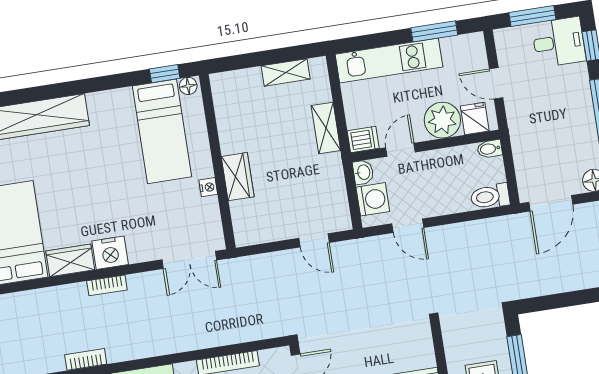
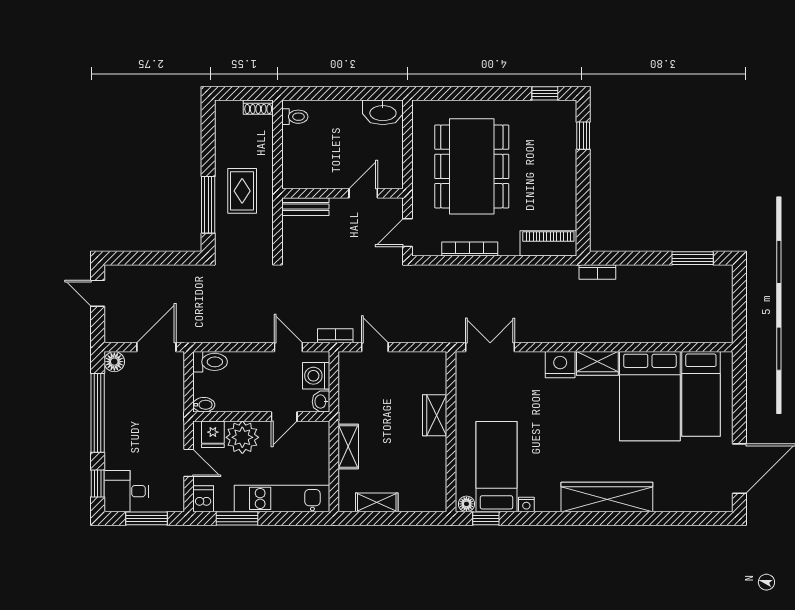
dishwasher: (363, 140) -> (203, 499), moved, turned 90
nightstand: (208, 187) -> (526, 504), moved, turned -90
bookcase: (107, 285) -> (335, 336), moved

